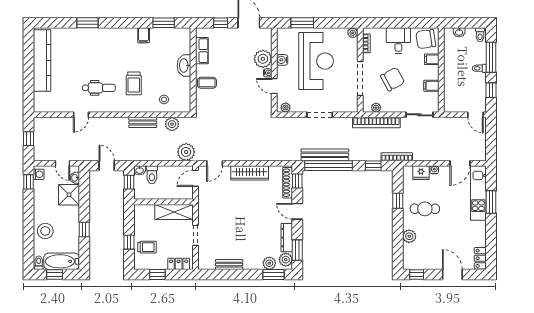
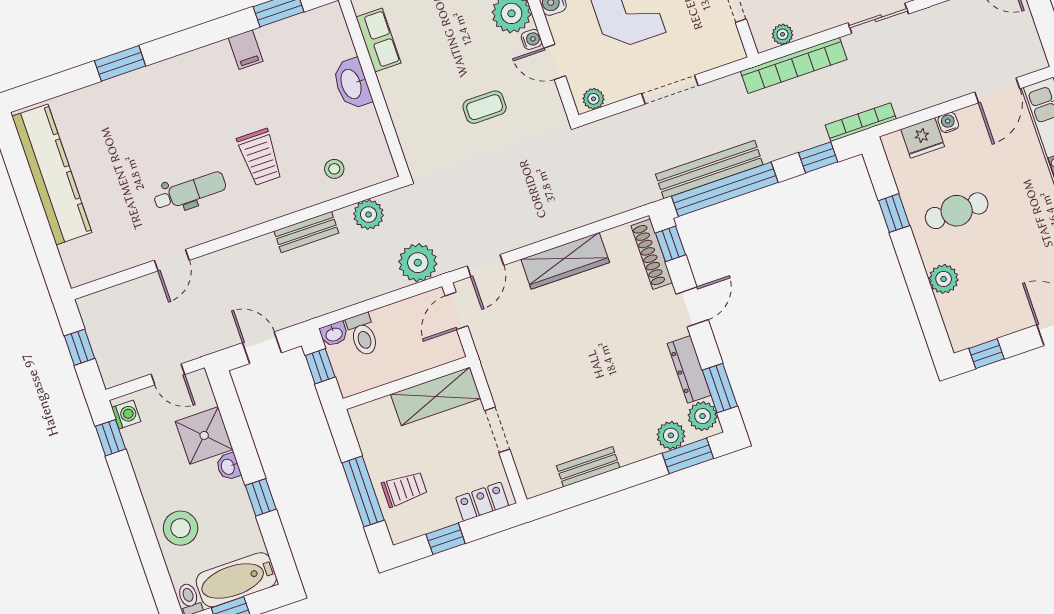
coffee table: (207, 83) -> (485, 107), moved
washbasin: (75, 178) -> (228, 467), moved
door: (297, 211) -> (692, 307), swing flipped
window: (129, 242) -> (363, 491), width x2.17

